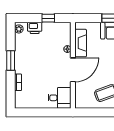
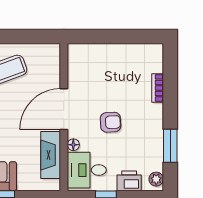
window: (11, 60) -> (170, 146), moved
armchair: (46, 62) -> (111, 122), added
desk: (59, 98) -> (87, 170), moved

